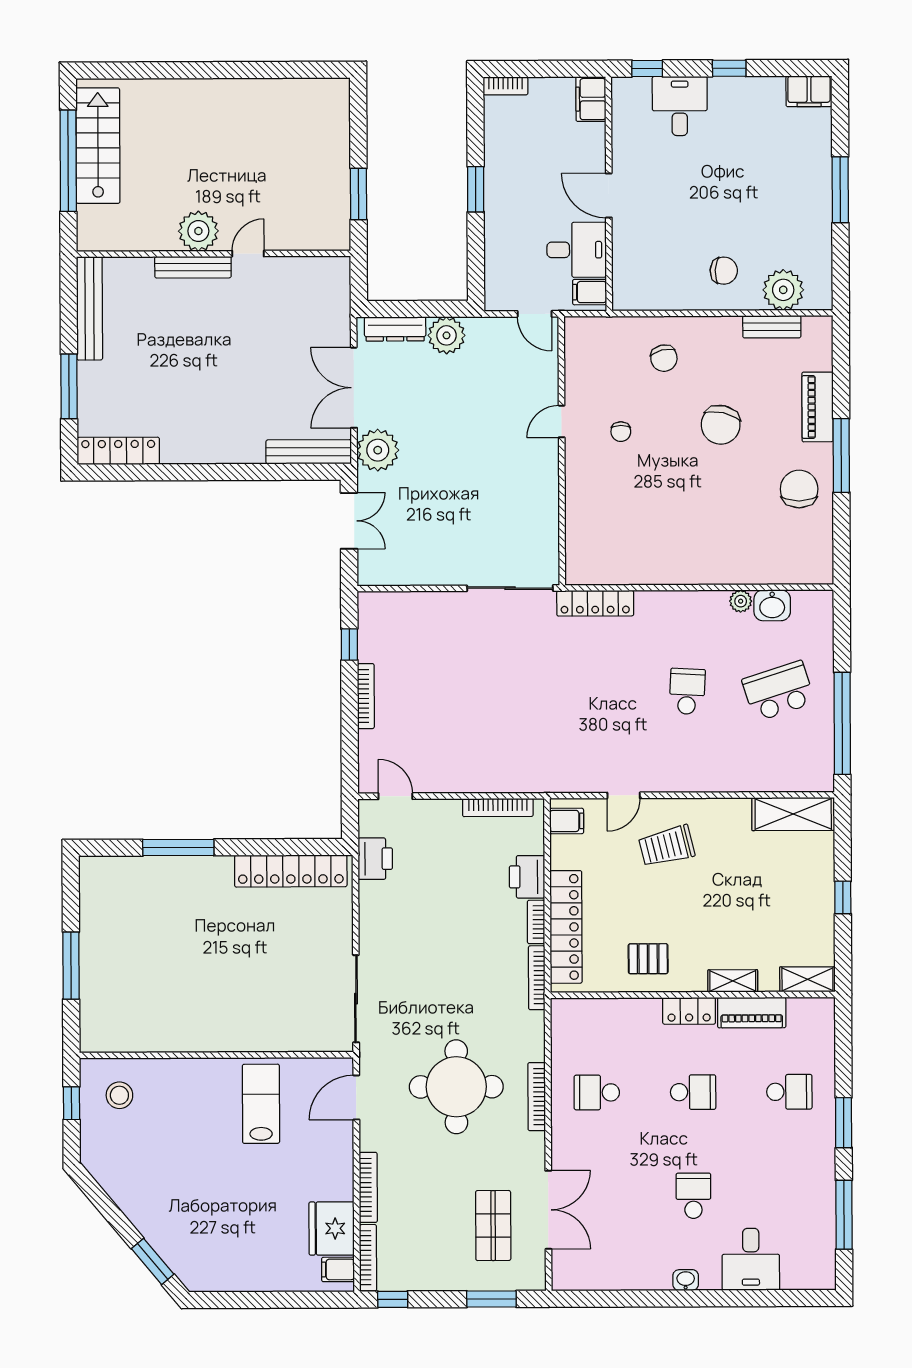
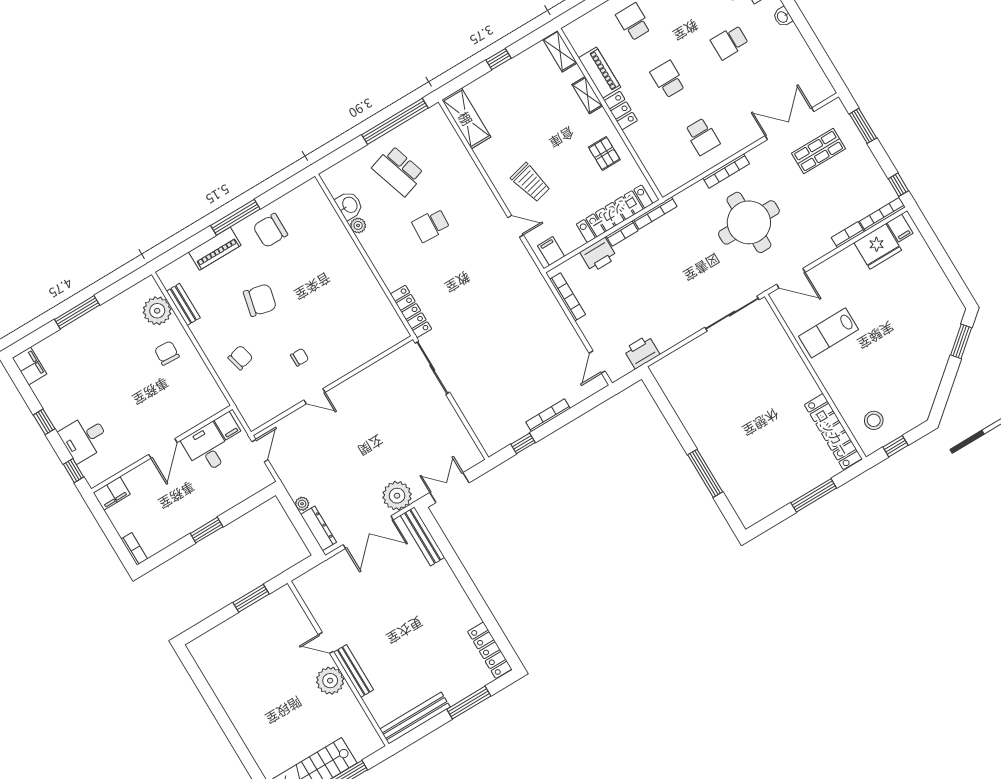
plant: (446, 335) -> (302, 504), width x0.53, depth x0.53
locker: (291, 871) -> (833, 432), moved, turned 180
bookcase: (368, 1187) -> (848, 235), width x0.64

